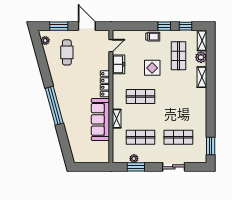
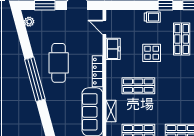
door: (111, 46) -> (104, 27), swing flipped
cafe table: (67, 52) -> (59, 63), moved, width x1.37, depth x1.35
window: (54, 106) -> (35, 79), moved

